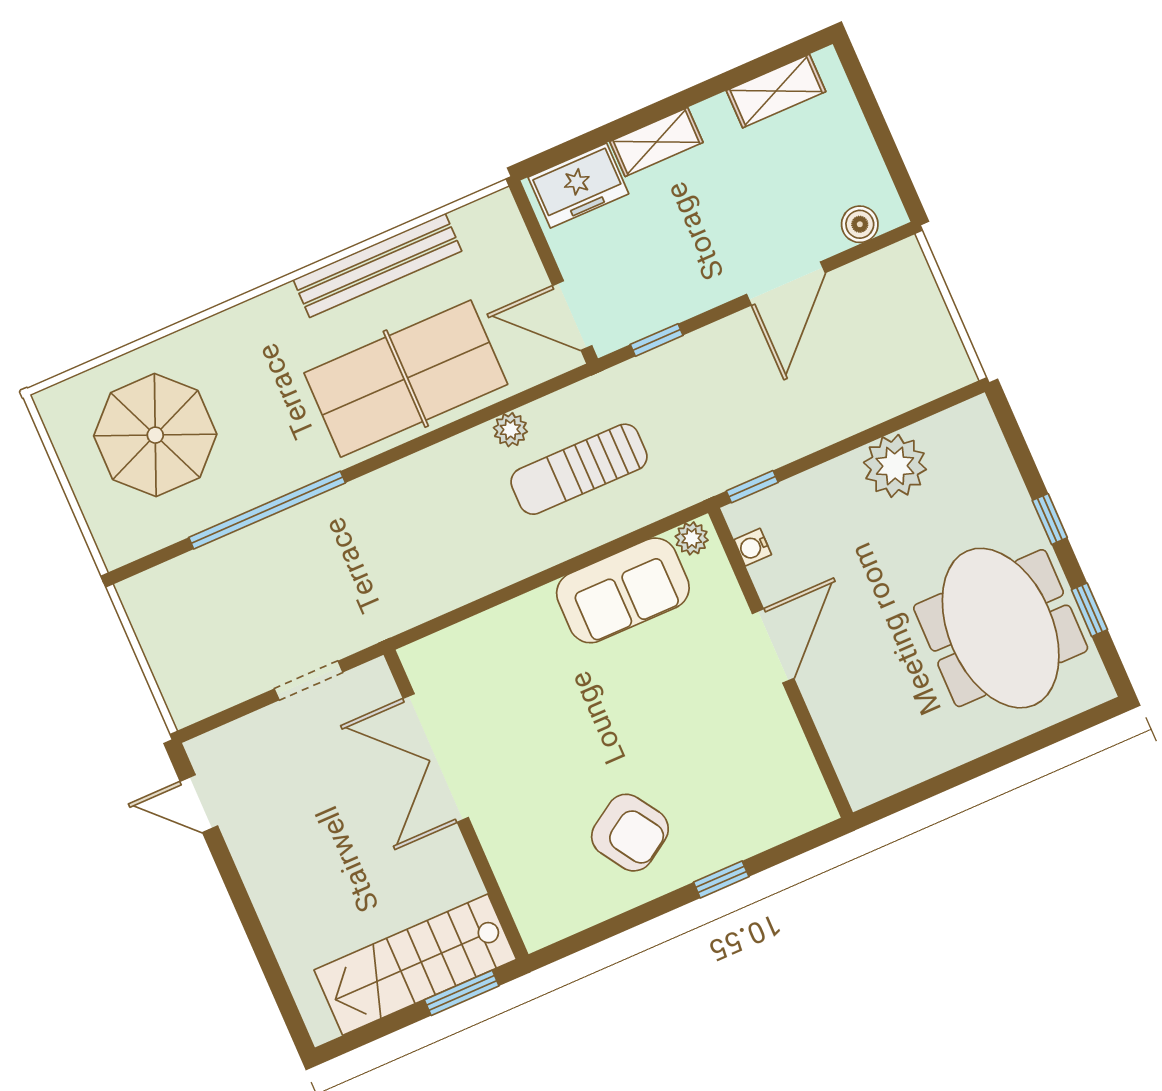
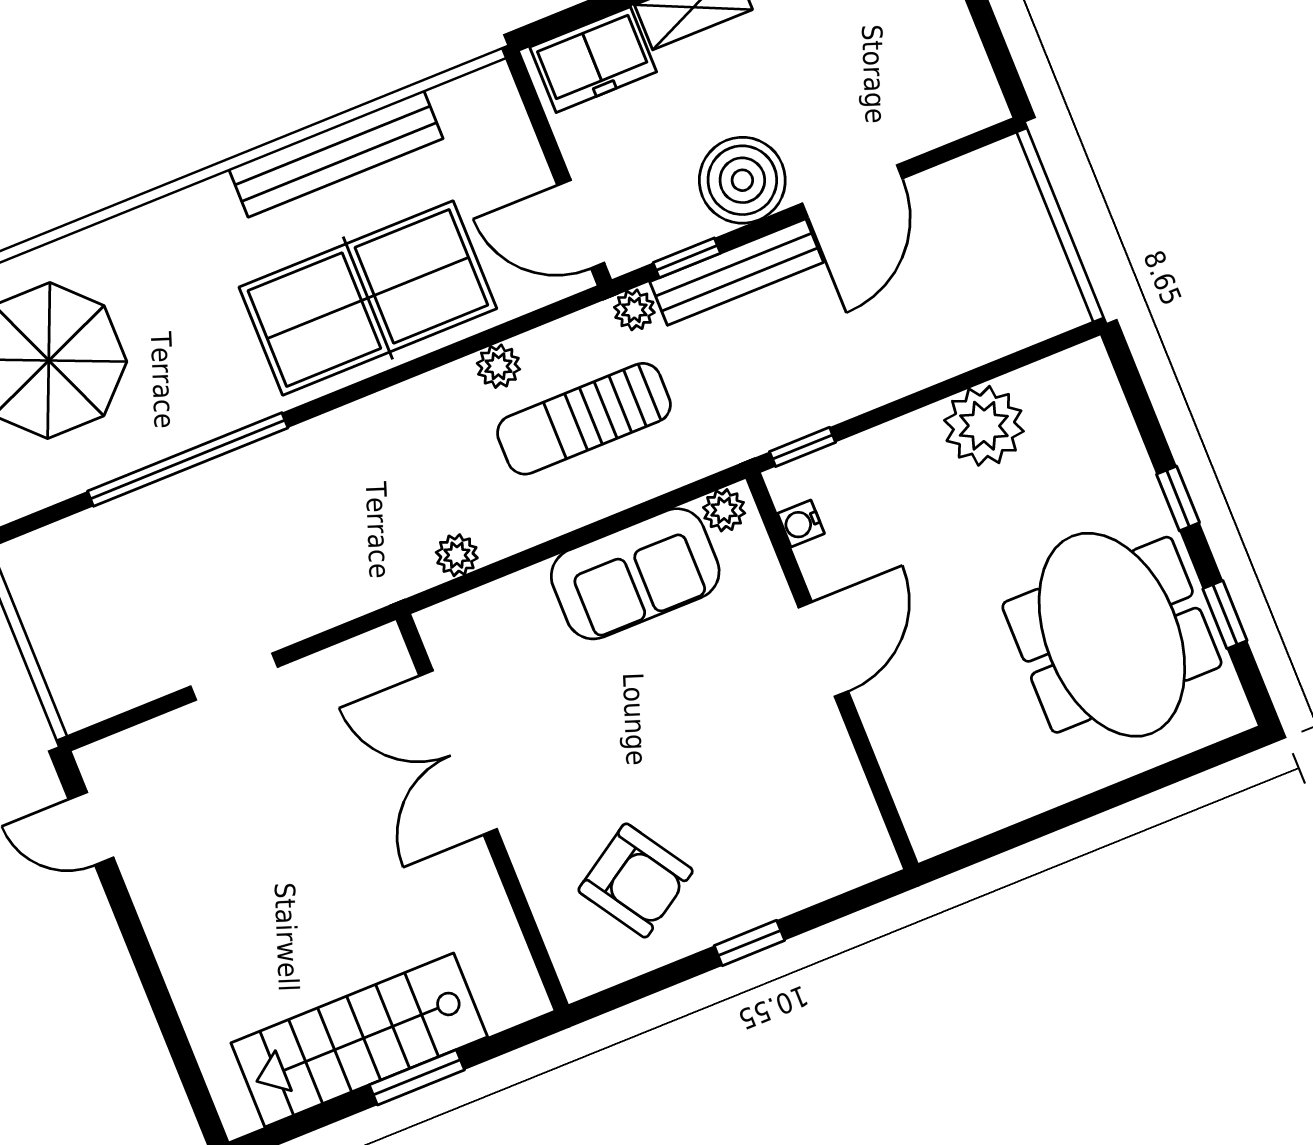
boiler: (860, 224) -> (742, 180), moved, width x1.86, depth x1.86
bench: (696, 350) -> (737, 272), added
plant: (616, 382) -> (634, 310), added
plant: (482, 580) -> (457, 555), added
double door: (436, 758) -> (458, 753), moved
wall: (456, 804) -> (482, 812), moved

